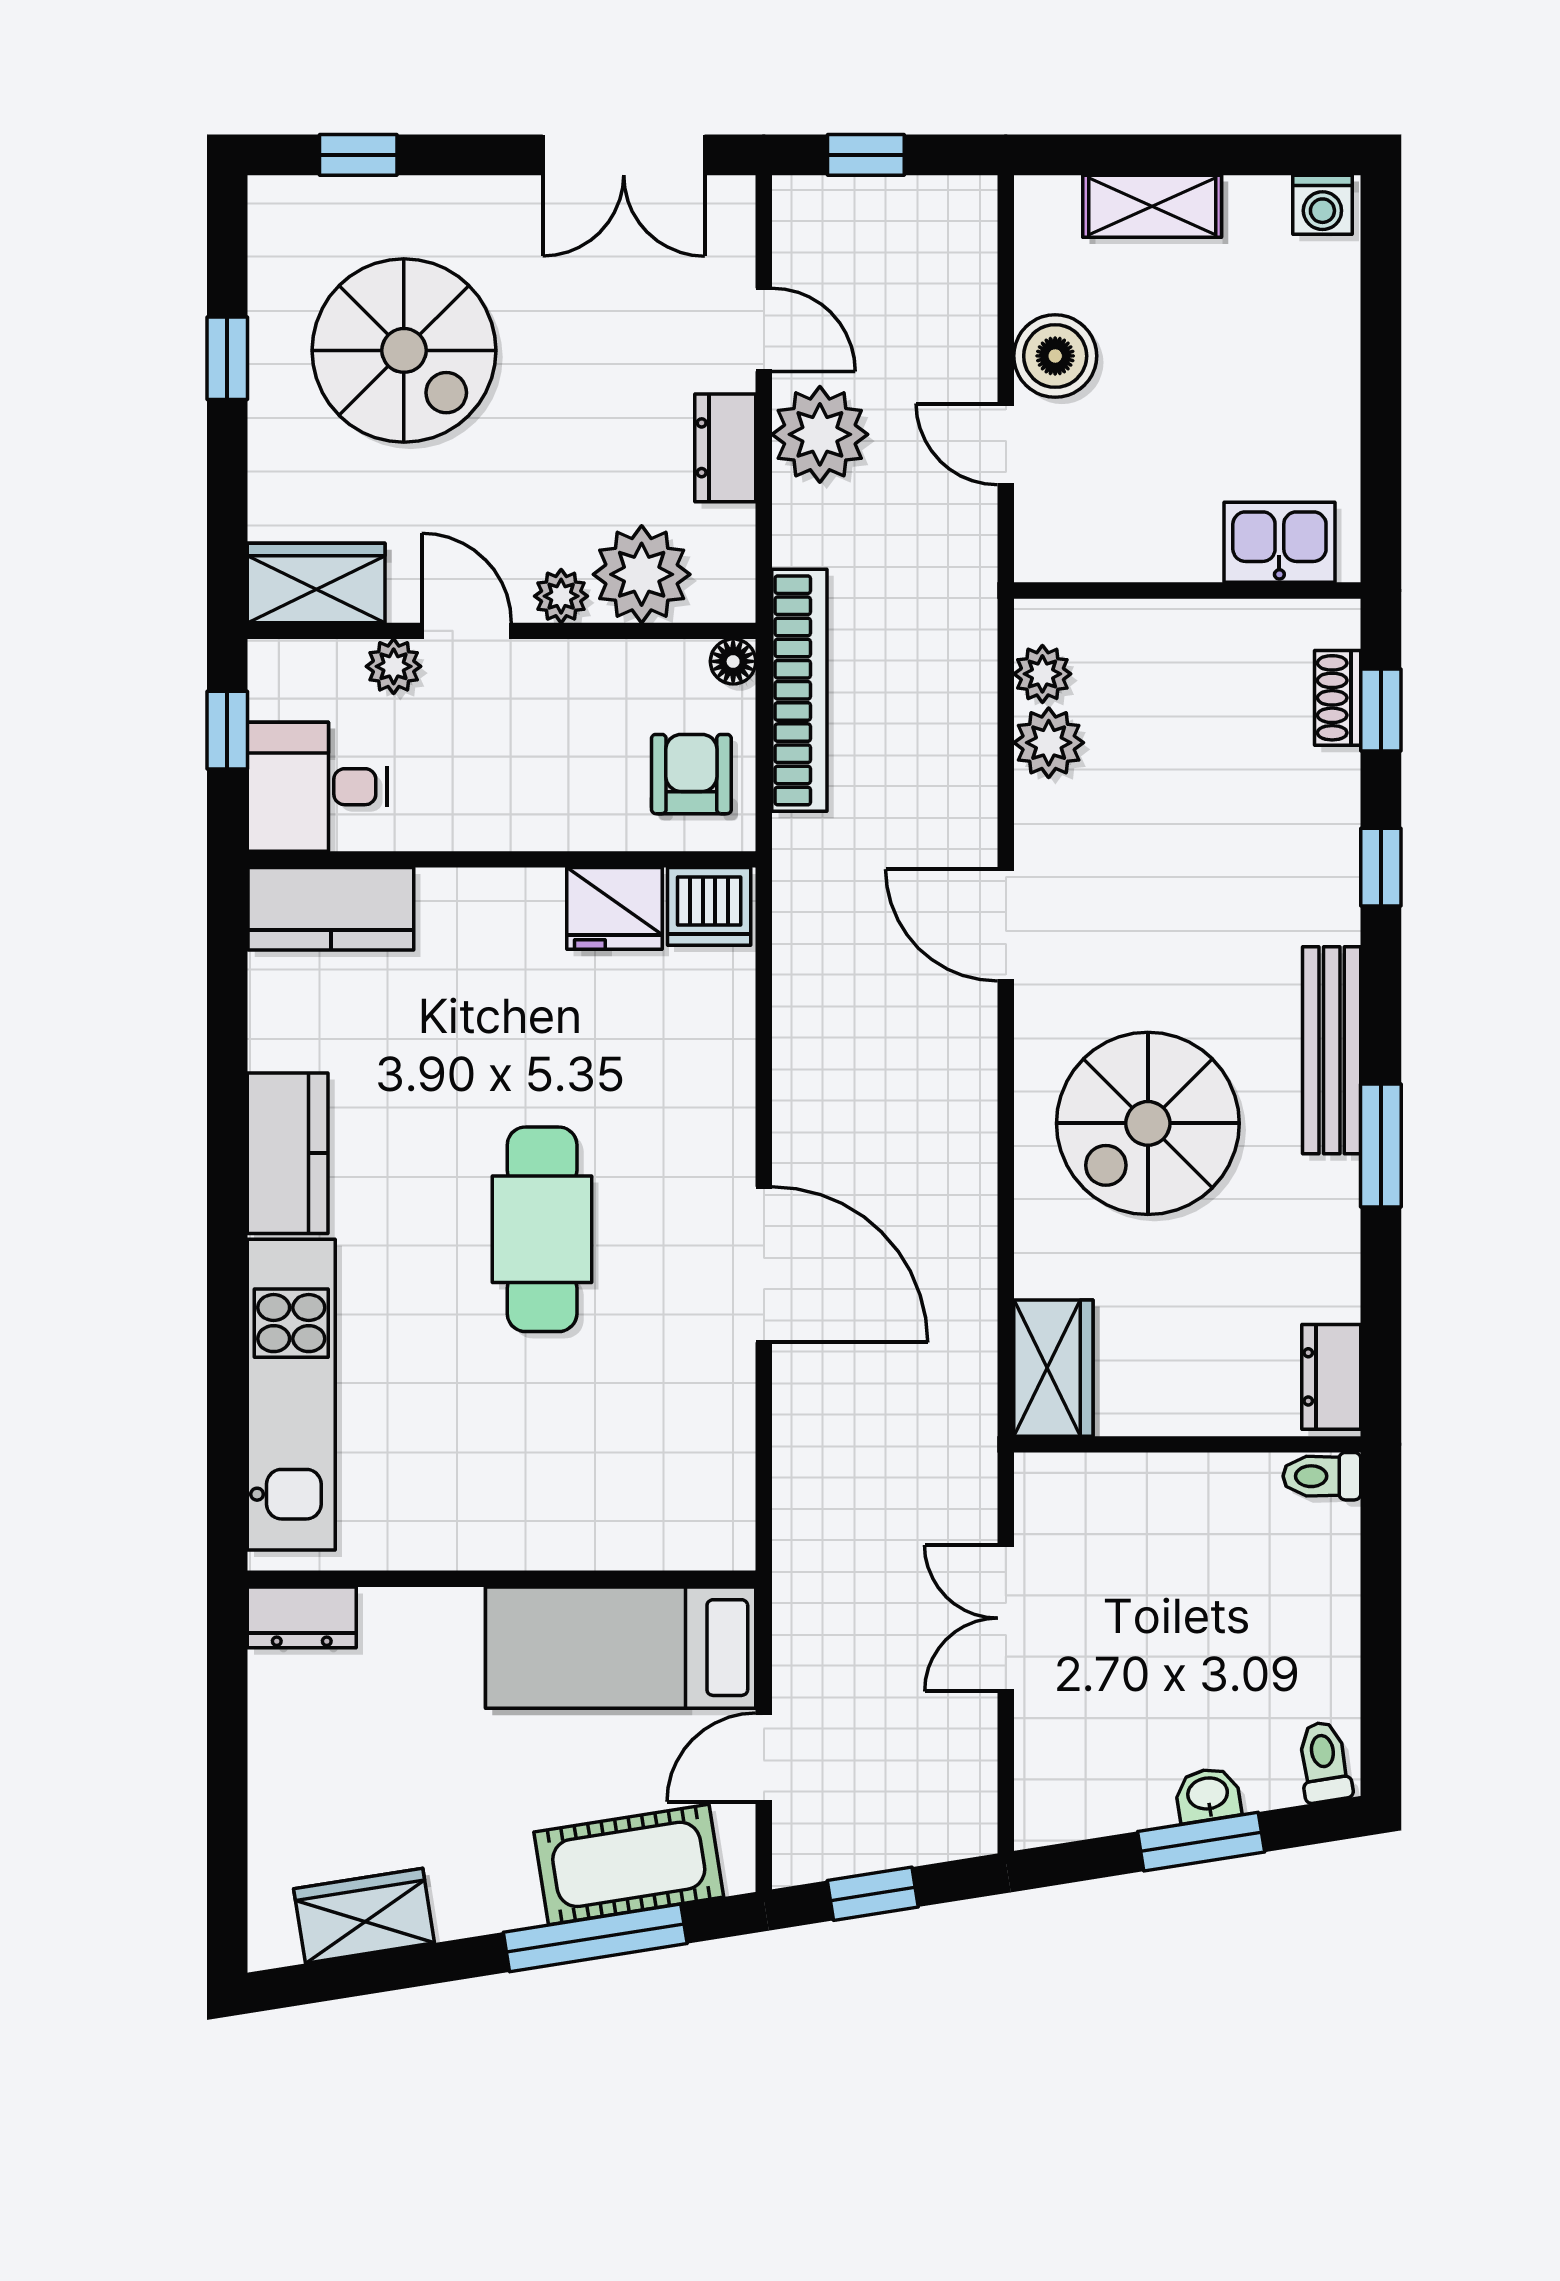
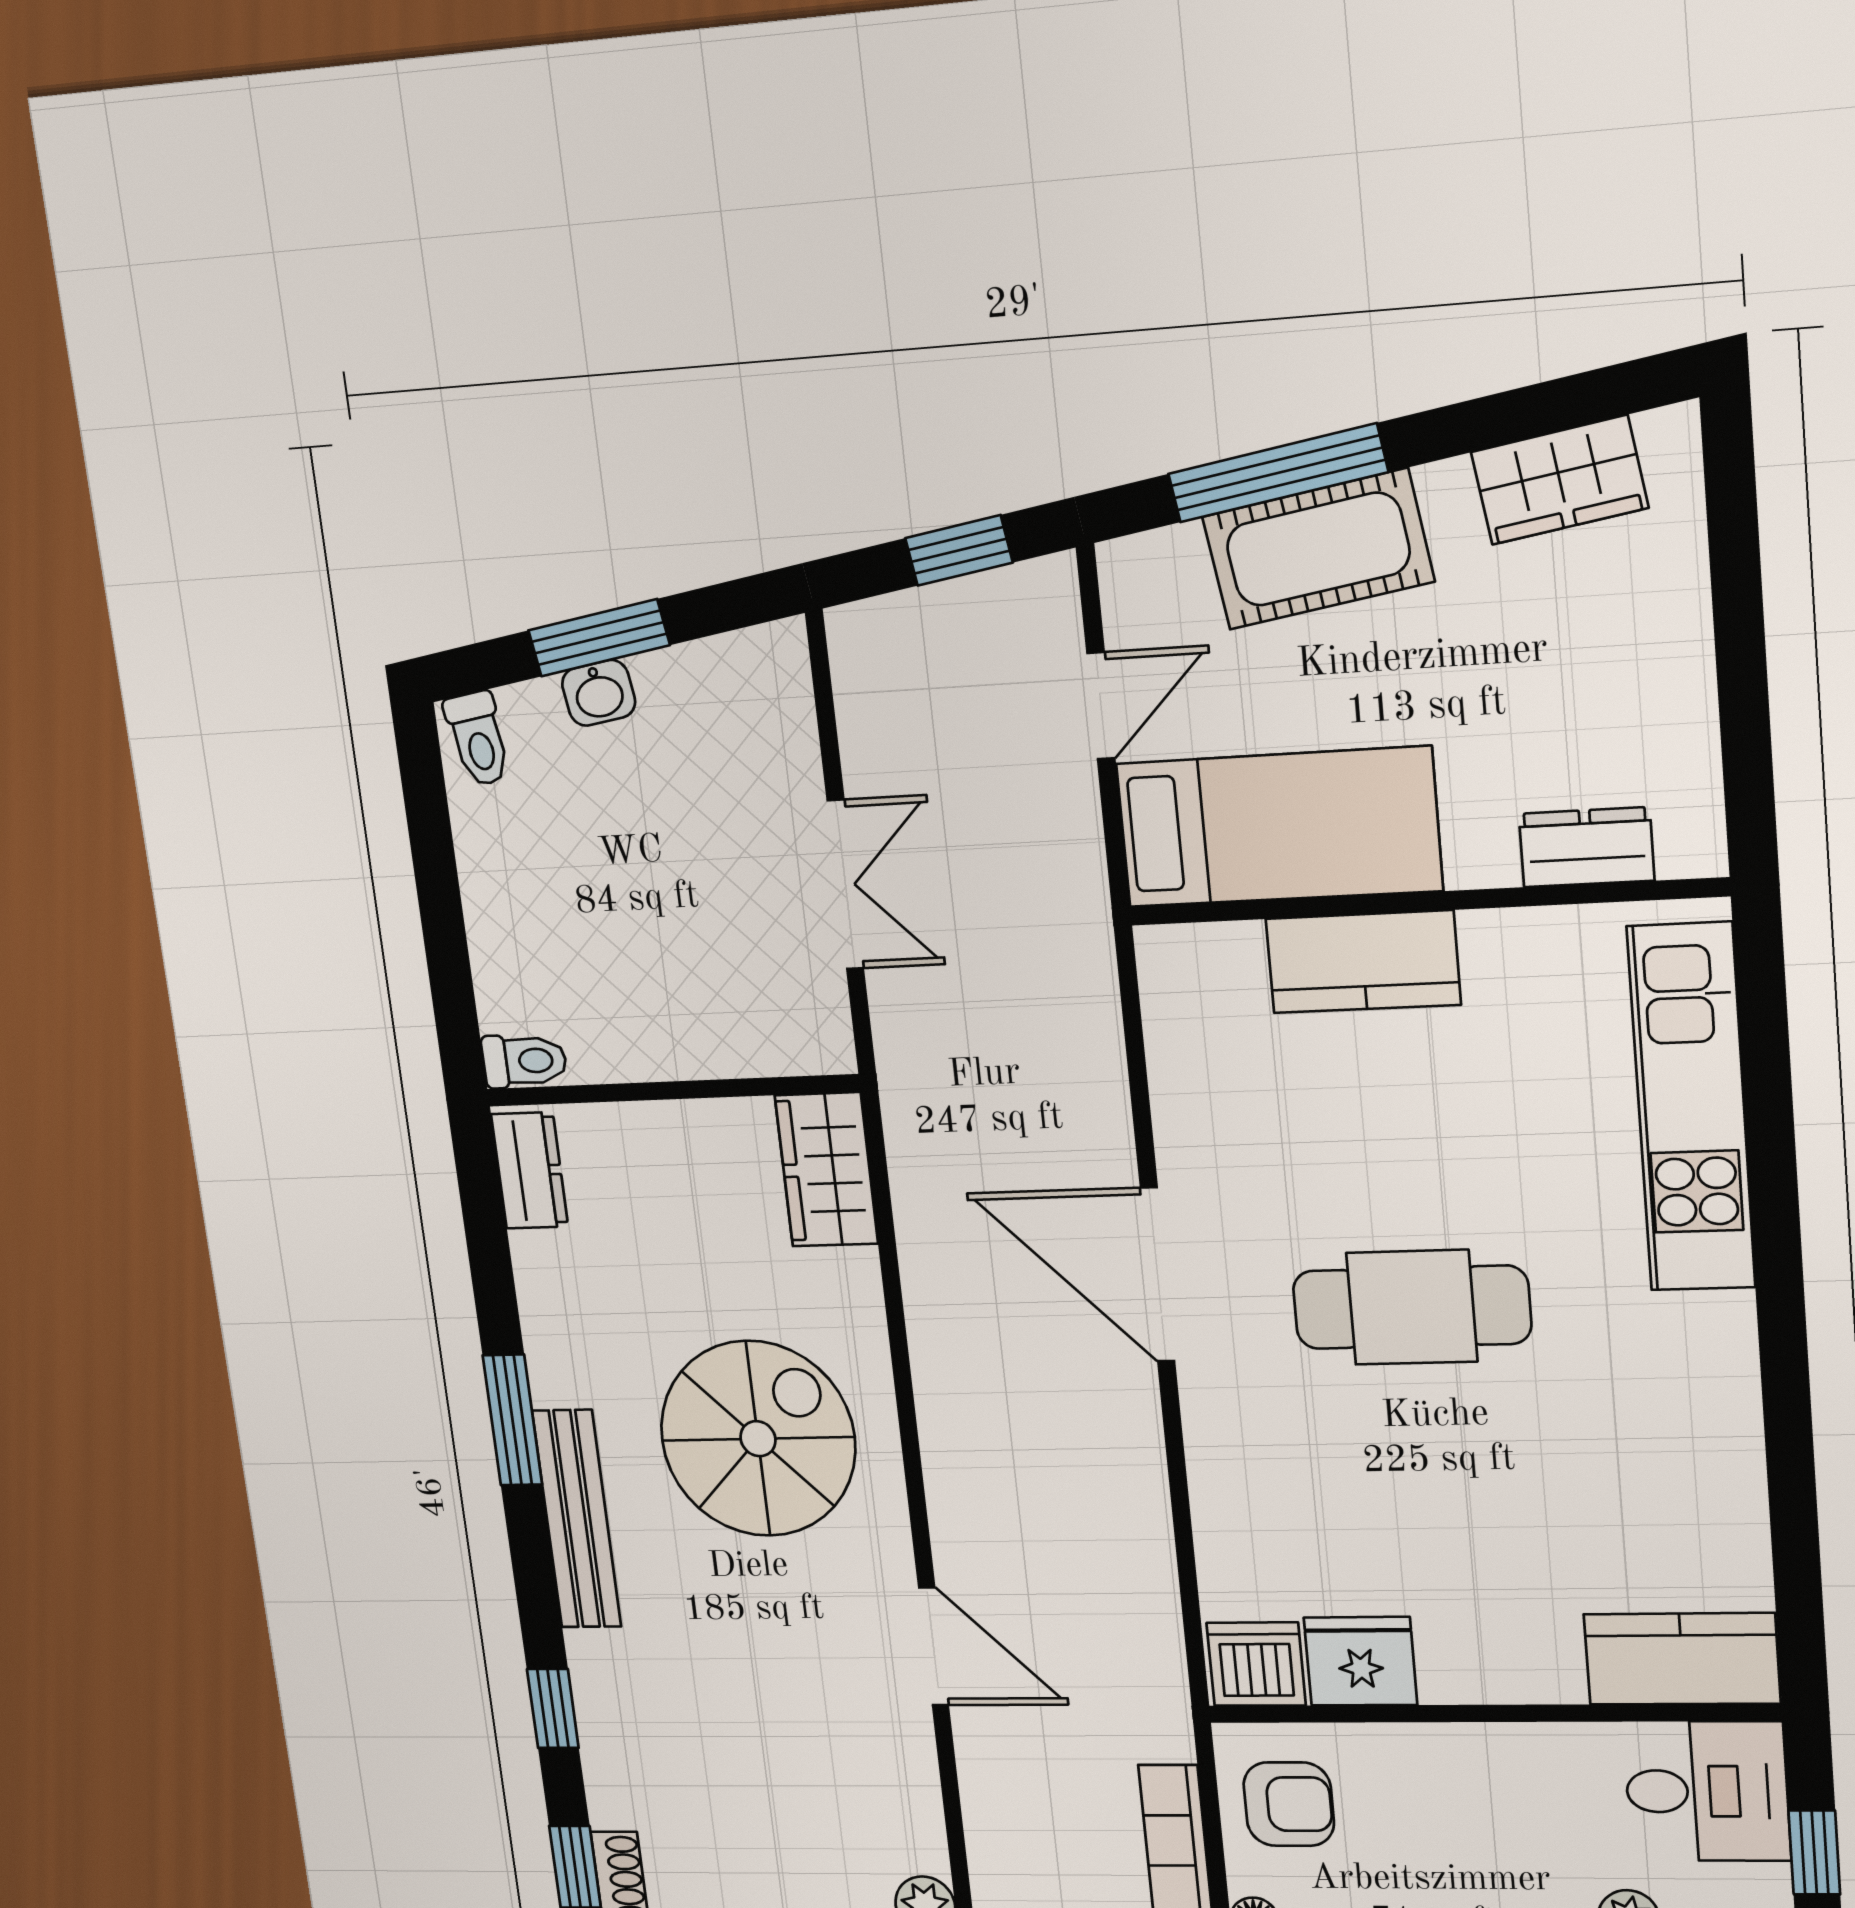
plant: (1049, 743) -> (911, 1835), removed
armchair: (691, 774) -> (1289, 1804), turned -90
kitchen counter: (288, 1153) -> (1363, 962), moved, turned -90
cafe table: (542, 1229) -> (1412, 1307), turned 90
dresser: (302, 1617) -> (1587, 847), moved
cot: (629, 1864) -> (1318, 549), moved

